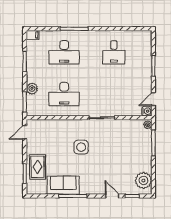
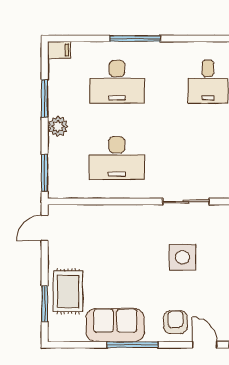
plant: (32, 89) -> (58, 126), moved
side table: (81, 147) -> (183, 257), moved
armchair: (96, 184) -> (175, 322), added

